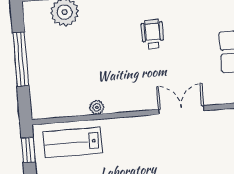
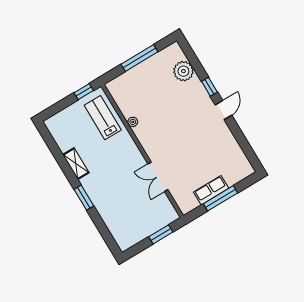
wheelchair: (152, 34) -> (197, 134), removed
double door: (181, 110) -> (158, 177), swing flipped

